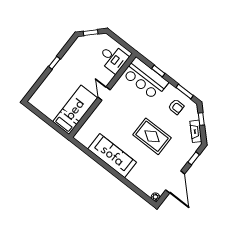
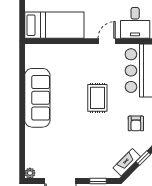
door: (104, 94) -> (107, 41), moved
rug: (152, 136) -> (97, 98), moved, width x0.73, depth x0.70

